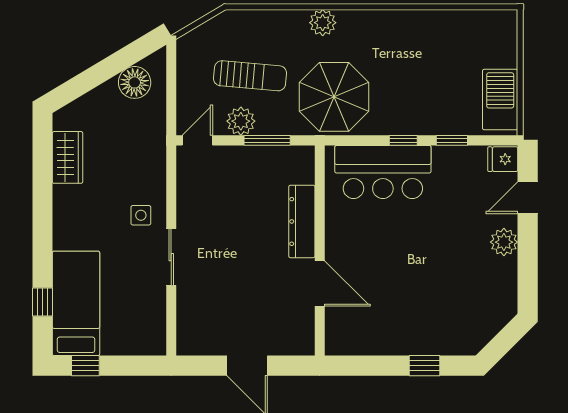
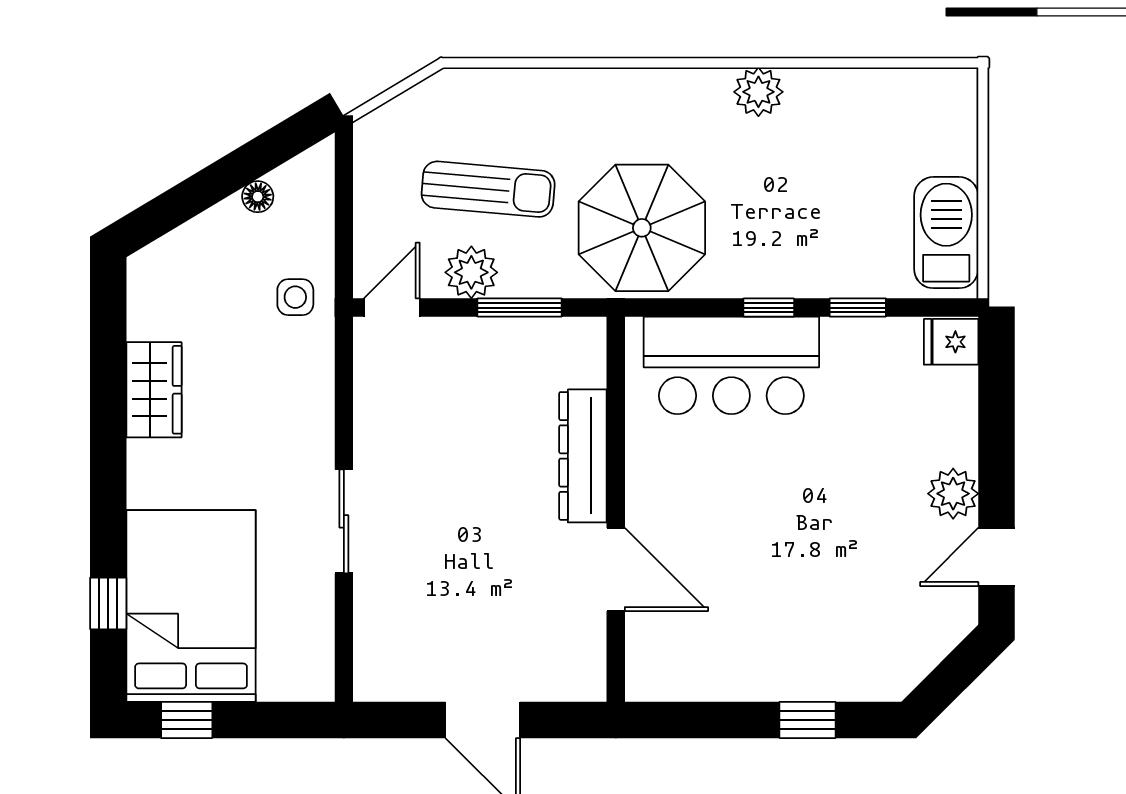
plant: (323, 23) -> (758, 92), moved
floor lamp: (135, 82) -> (258, 197), width x0.53, depth x0.53
wardrobe: (68, 157) -> (154, 390), moved
door: (528, 198) -> (996, 557), moved
side table: (141, 215) -> (295, 297), moved
bed: (76, 303) -> (191, 606), width x1.50

